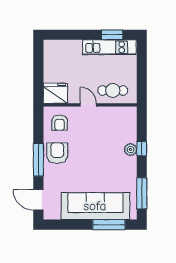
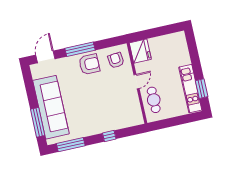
armchair: (60, 123) -> (116, 60), turned 84
plant: (131, 150) -> (106, 126), removed

